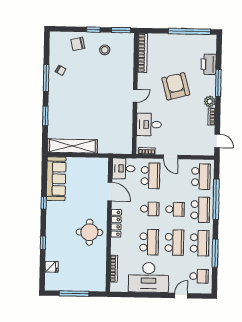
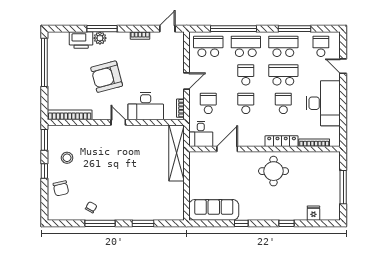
plant: (210, 101) -> (100, 38), moved
desk: (149, 125) -> (146, 106), width x1.37
shelving: (72, 146) -> (176, 153), moved
school desk: (150, 176) -> (208, 103), width x0.54
locker: (116, 223) -> (282, 141), moved
school desk: (149, 242) -> (283, 103), width x0.54

